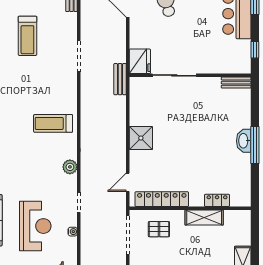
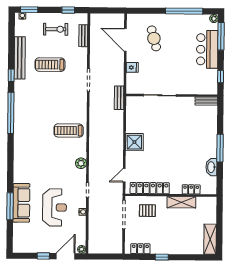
treadmill: (27, 36) -> (50, 65), turned 90
fridge: (140, 61) -> (132, 67), moved, width x0.53, depth x0.75
washbasin: (244, 141) -> (211, 167), moved

